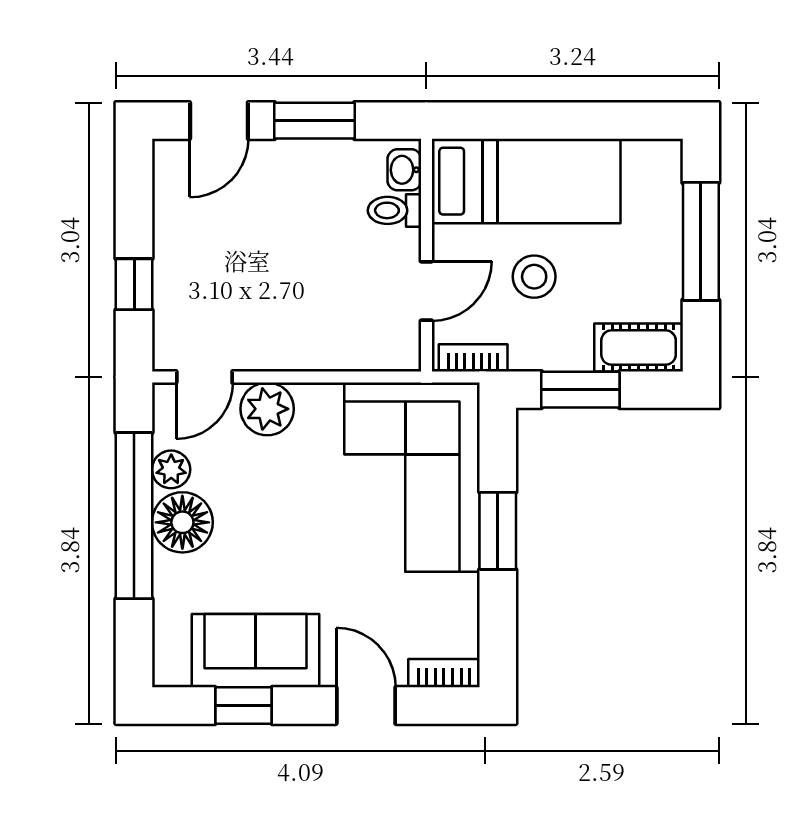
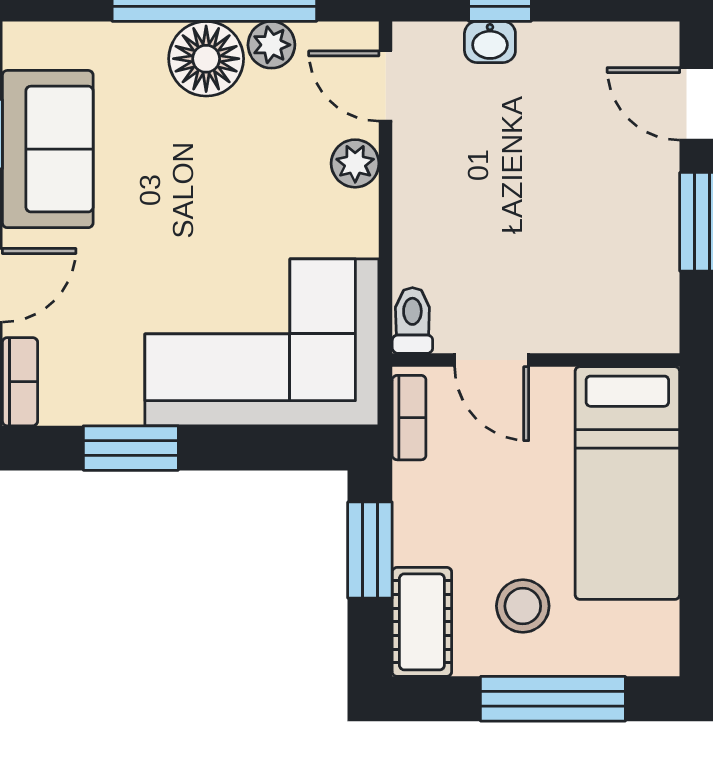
washbasin: (404, 170) -> (490, 42), moved, turned 180
toilet: (394, 210) -> (412, 320), moved
stool: (534, 277) -> (523, 606), moved
plant: (267, 409) -> (355, 163), width x0.73, depth x0.73
window: (498, 531) -> (131, 448), moved

